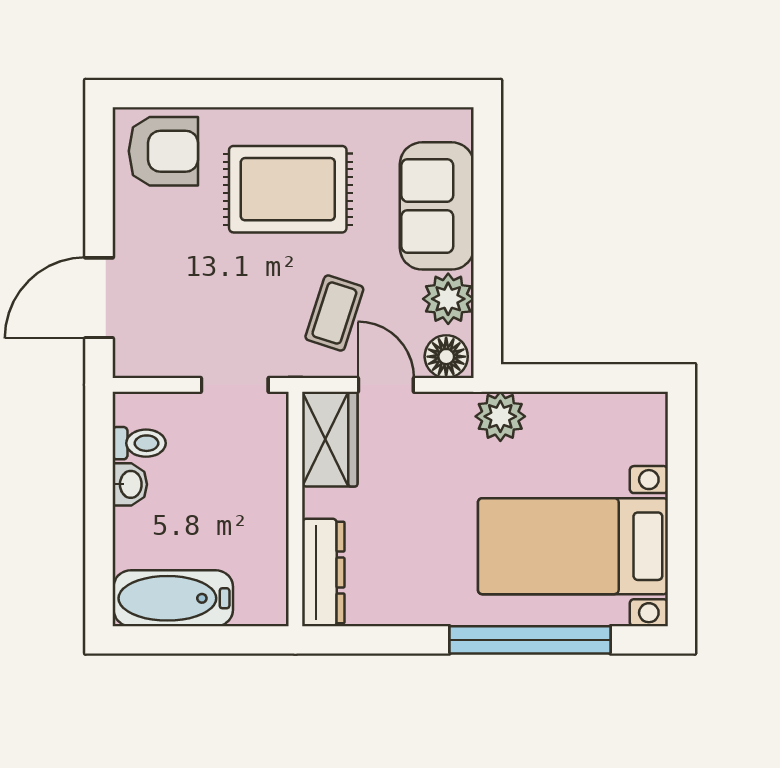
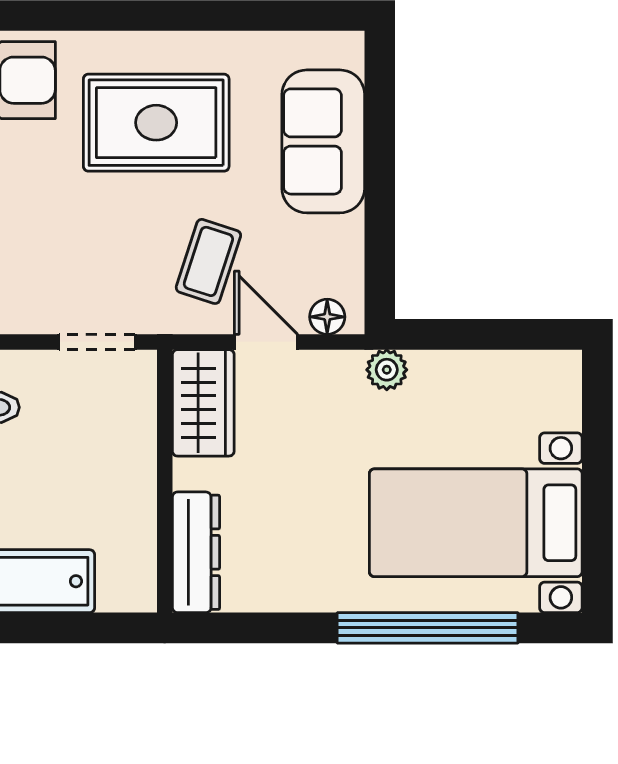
plant: (448, 299) -> (336, 245), removed
floor lamp: (446, 357) -> (327, 317), width x0.73, depth x0.73
plant: (500, 416) -> (387, 370), width x0.73, depth x0.73

